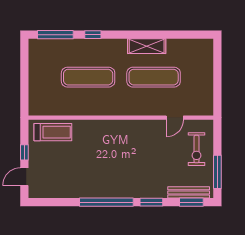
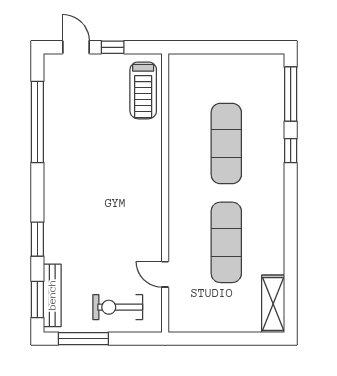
shelving: (147, 46) -> (273, 304), moved
window: (106, 202) -> (37, 122), moved

